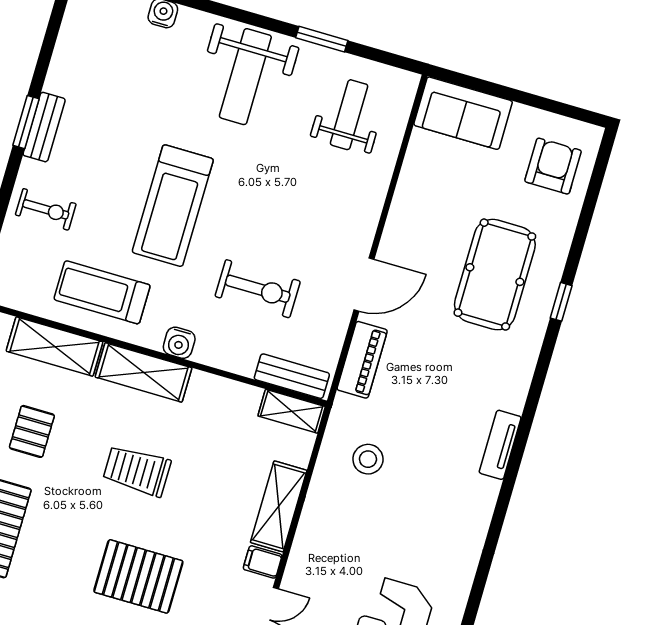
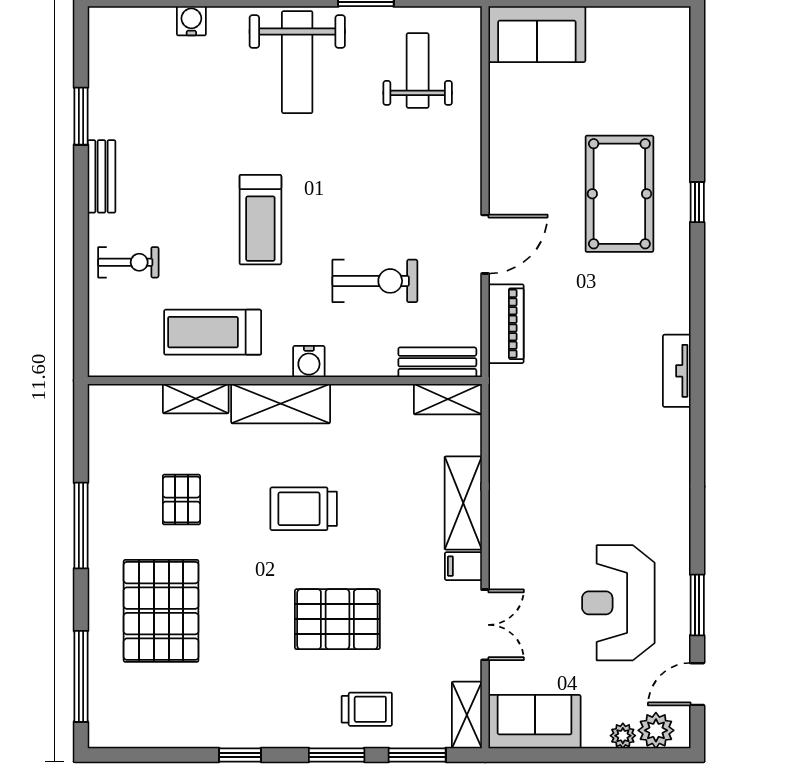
window: (26, 122) -> (81, 116), moved
armchair: (553, 166) -> (647, 62), removed
treadmill: (173, 206) -> (260, 220), width x0.73, depth x0.73
shelving: (55, 347) -> (196, 399), width x0.67, depth x0.75
stool: (368, 459) -> (543, 426), removed

